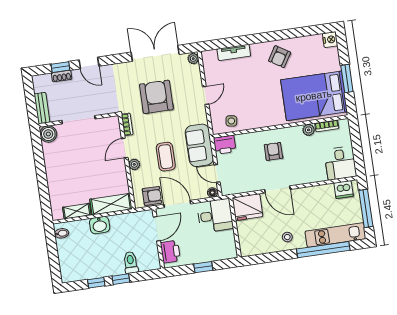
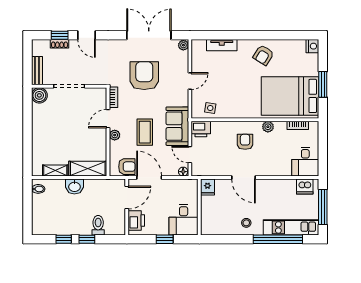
plant: (309, 130) -> (268, 127), moved
fridge: (248, 207) -> (208, 187), width x0.53, depth x0.75
desk: (215, 216) -> (184, 220), moved, turned 90

